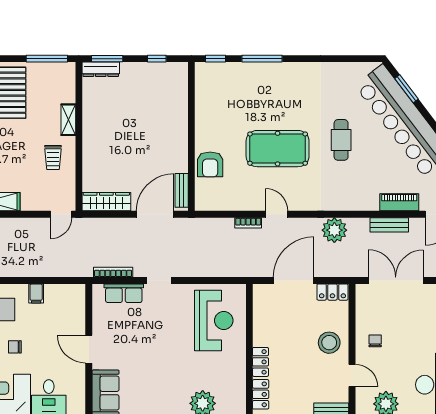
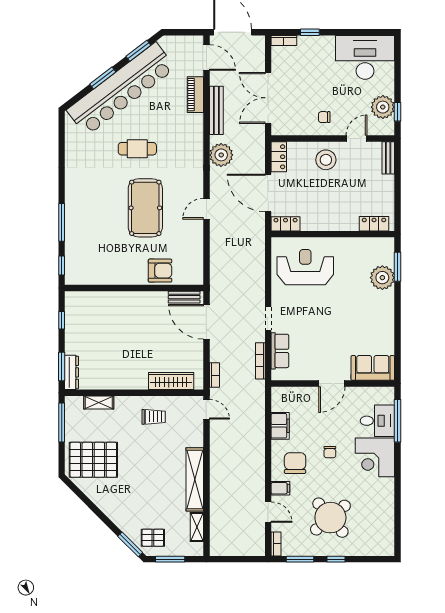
window: (406, 89) -> (103, 78), moved
shelving: (68, 120) -> (99, 403), moved
wardrobe: (106, 202) -> (171, 381), moved, turned 90
bookcase: (248, 223) -> (214, 375), moved
bench: (389, 225) -> (216, 110), width x1.36
filing cabinet: (36, 294) -> (280, 426), width x2.00
locker: (260, 362) -> (286, 224), moved

